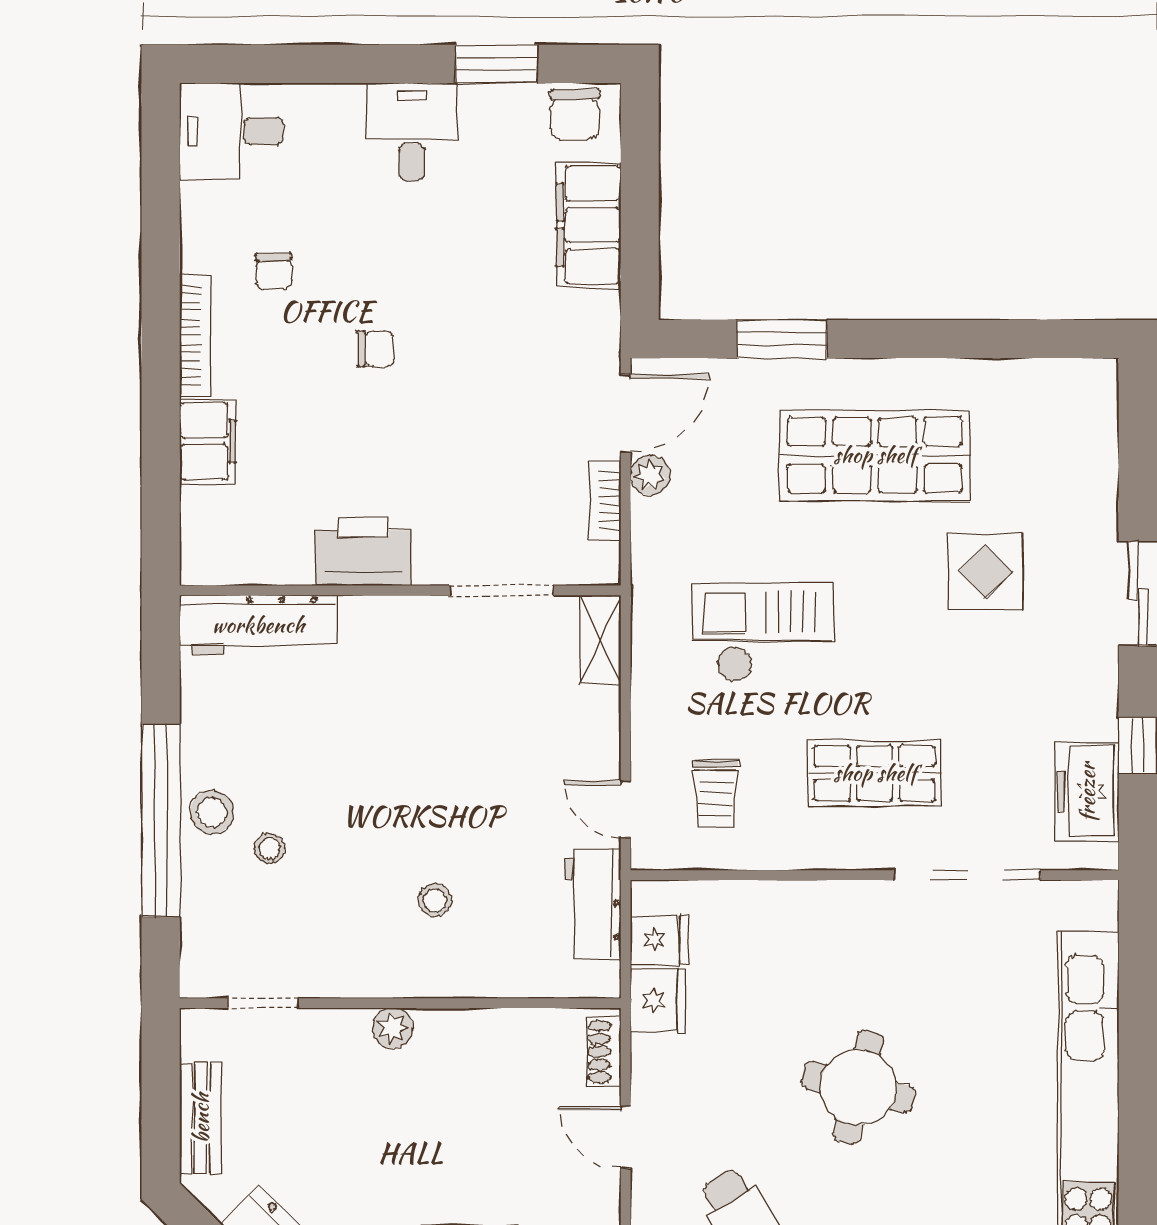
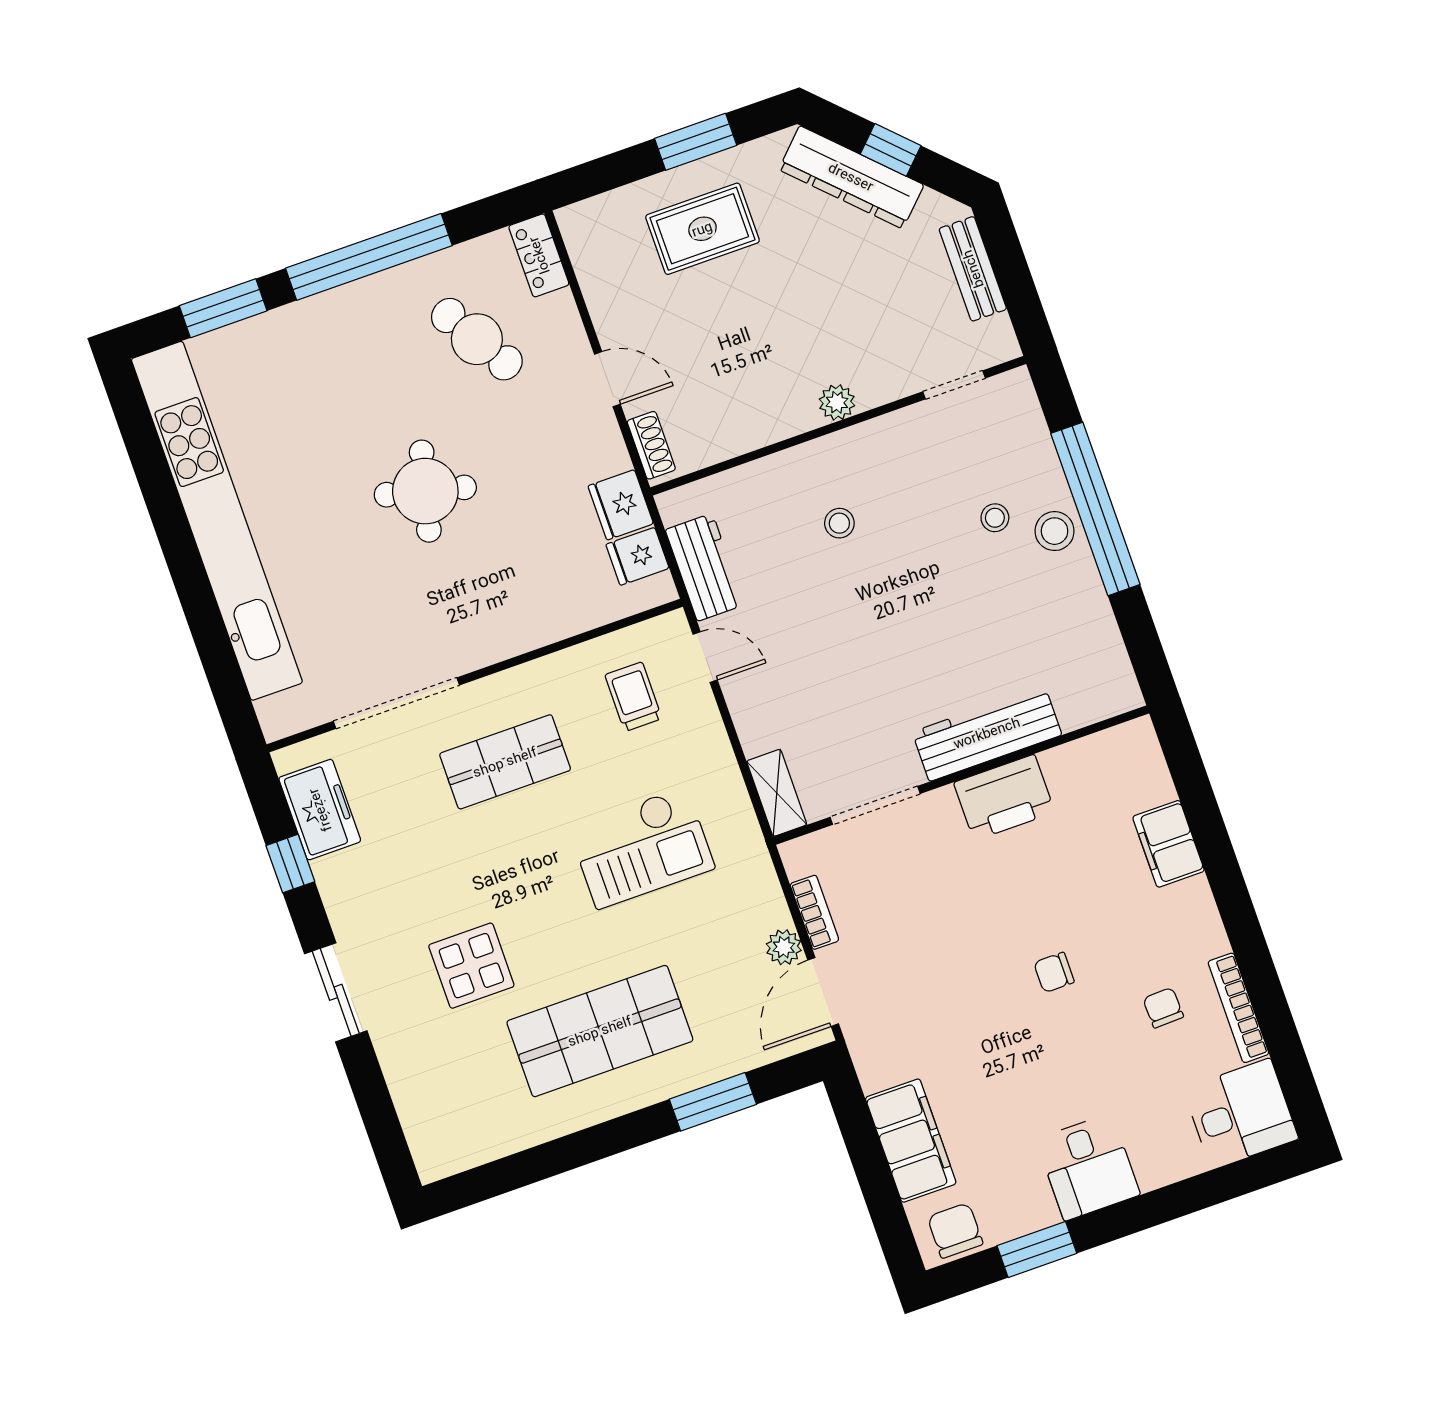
bookcase: (195, 335) -> (1238, 1008), moved
workbench: (258, 625) -> (987, 733), moved

